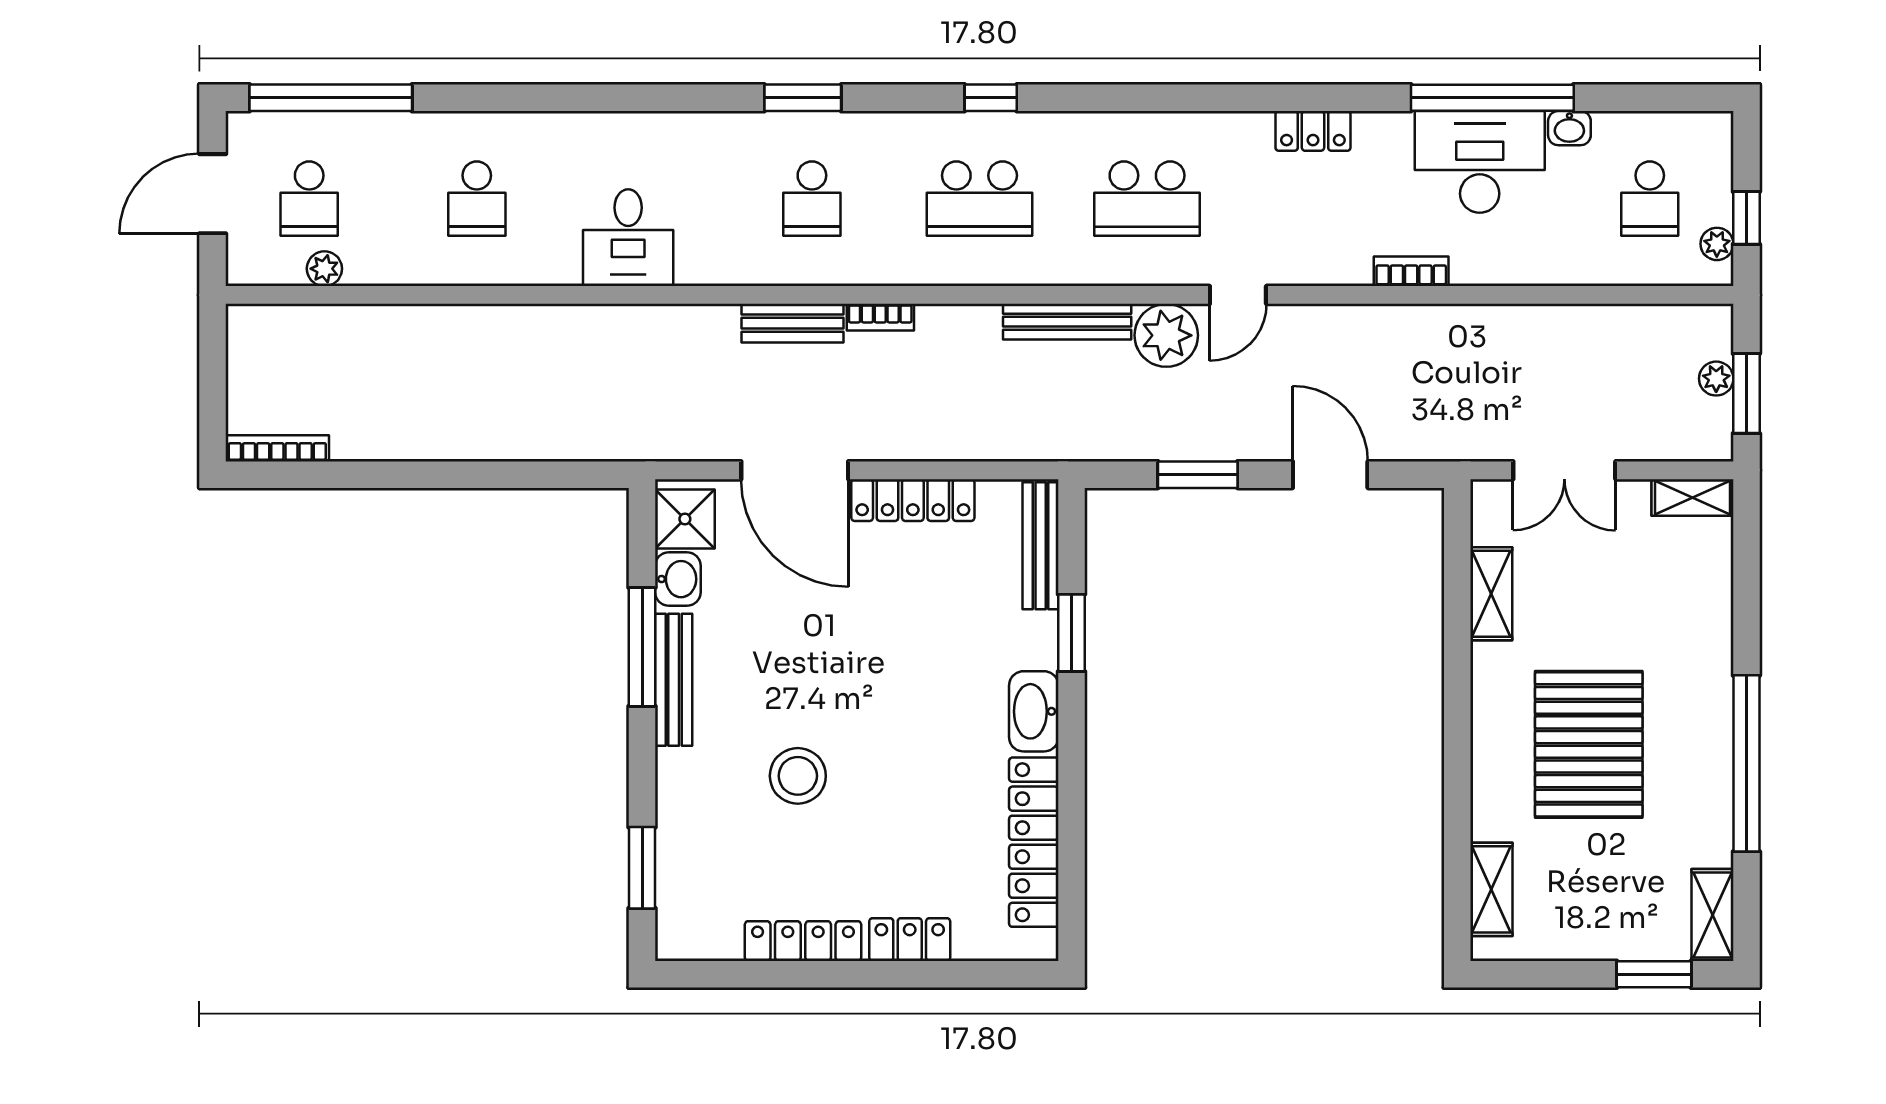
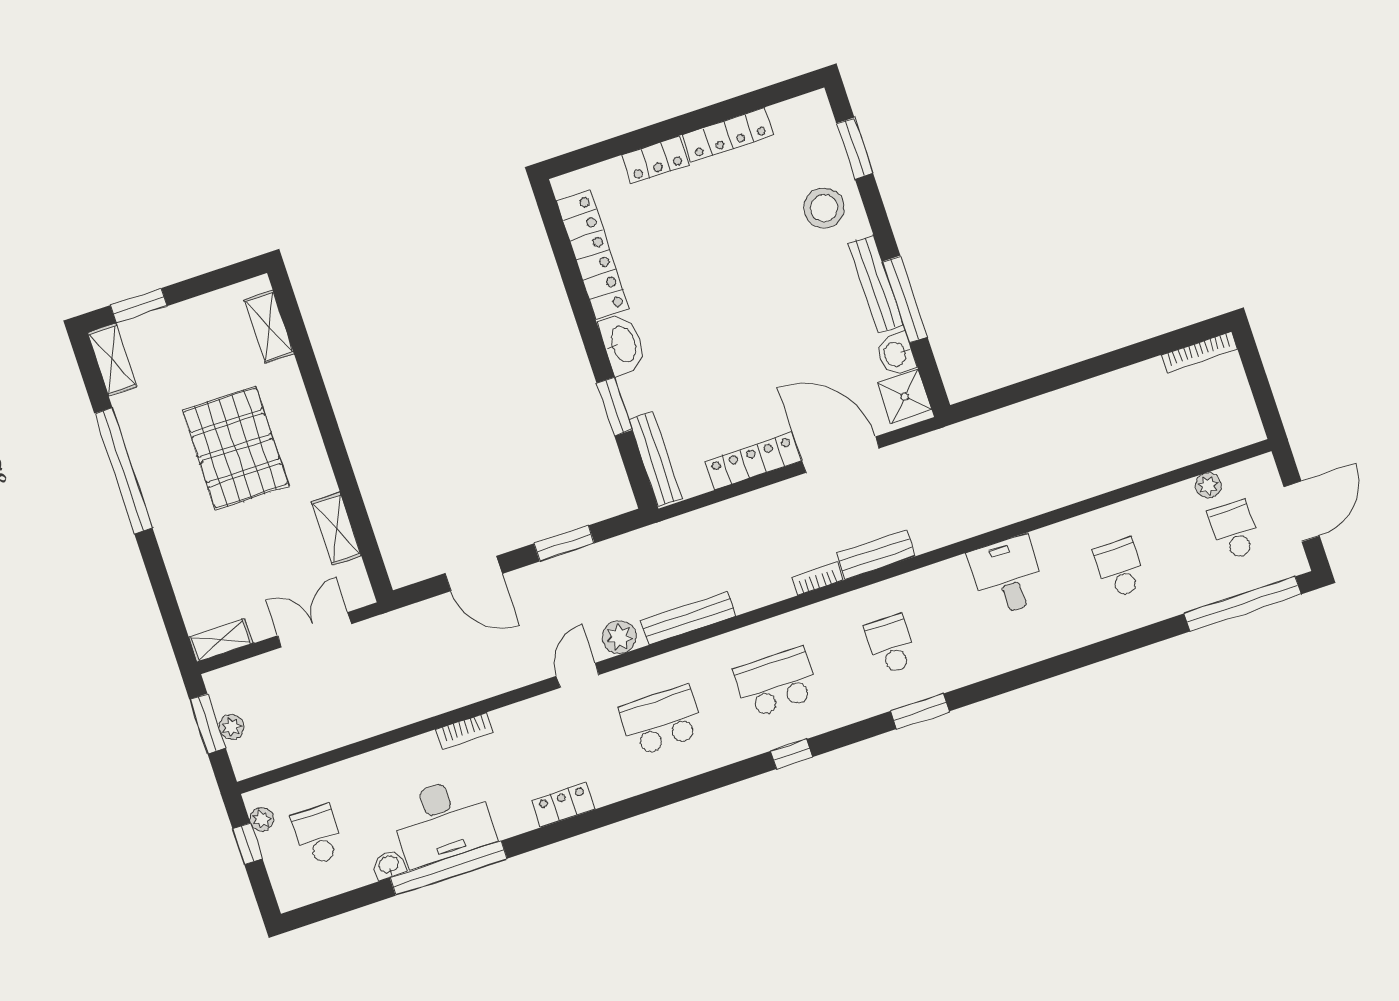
plant: (1166, 335) -> (619, 637), width x0.73, depth x0.73
stool: (798, 776) -> (824, 208), moved

